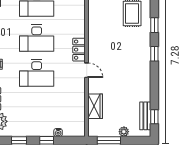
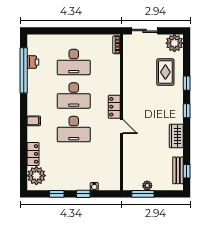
wardrobe: (95, 106) -> (176, 136), moved, turned 180
plant: (124, 132) -> (147, 186), moved

